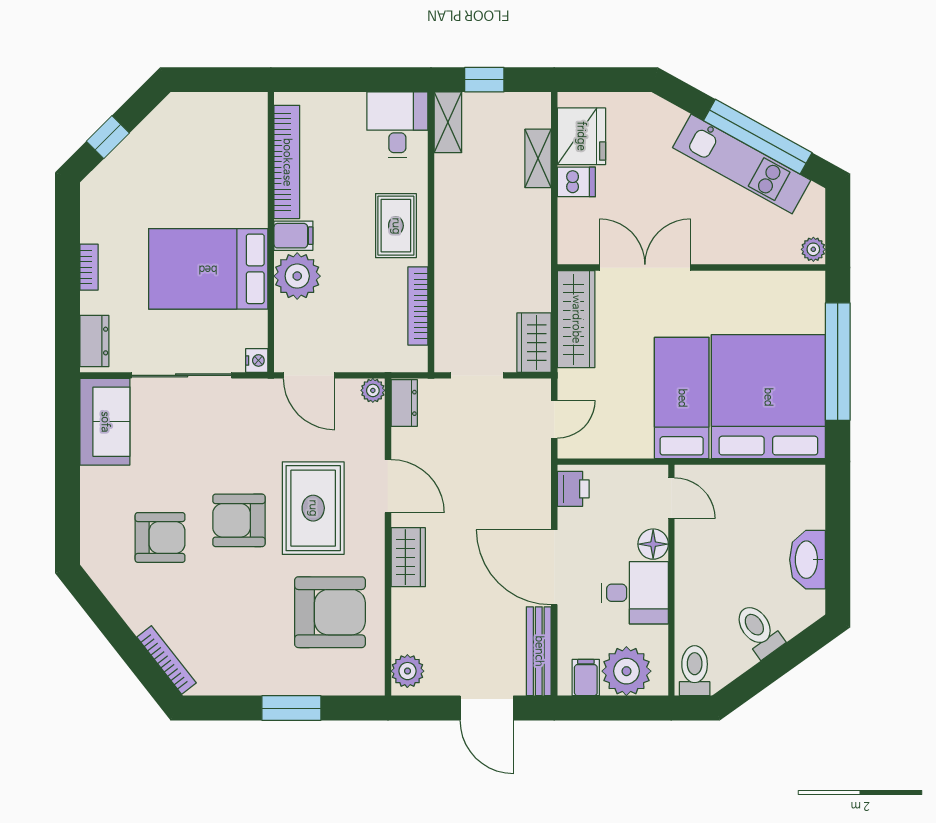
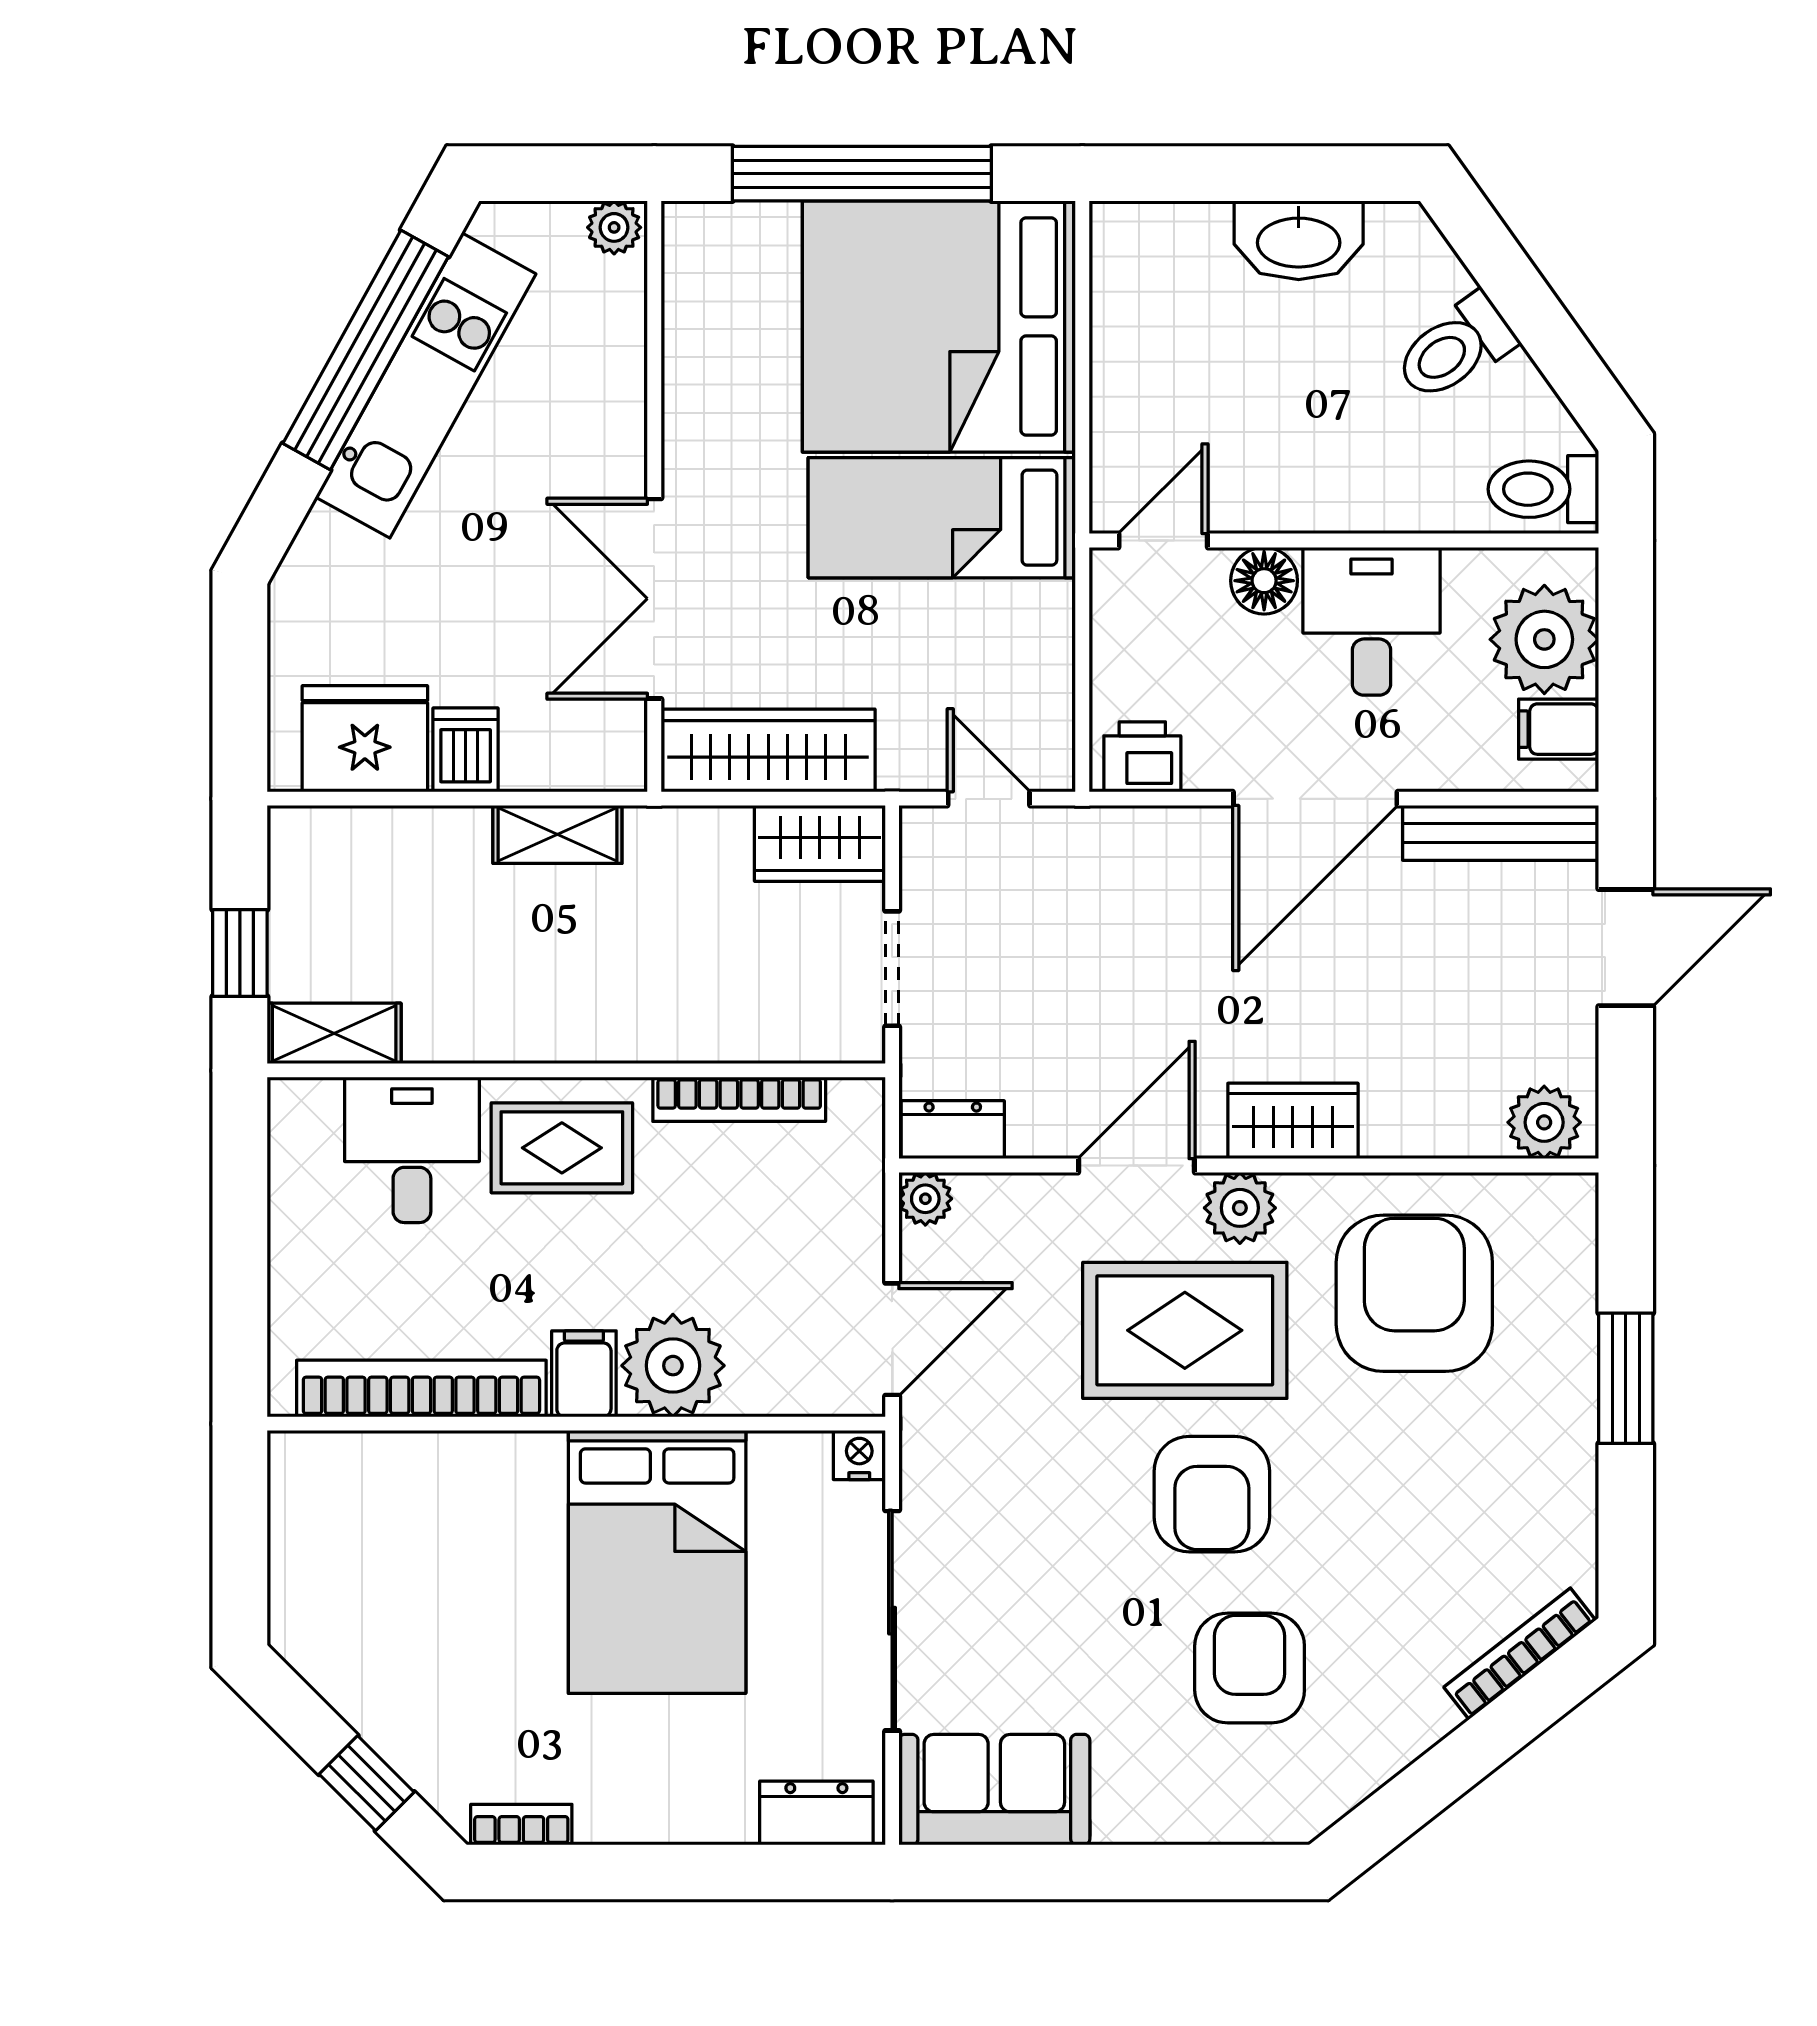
desk: (397, 125) -> (412, 1150), moved, turned 90
shelving: (538, 158) -> (557, 834), moved
bookcase: (89, 267) -> (521, 1825), moved
plant: (369, 533) -> (1240, 1208), added

